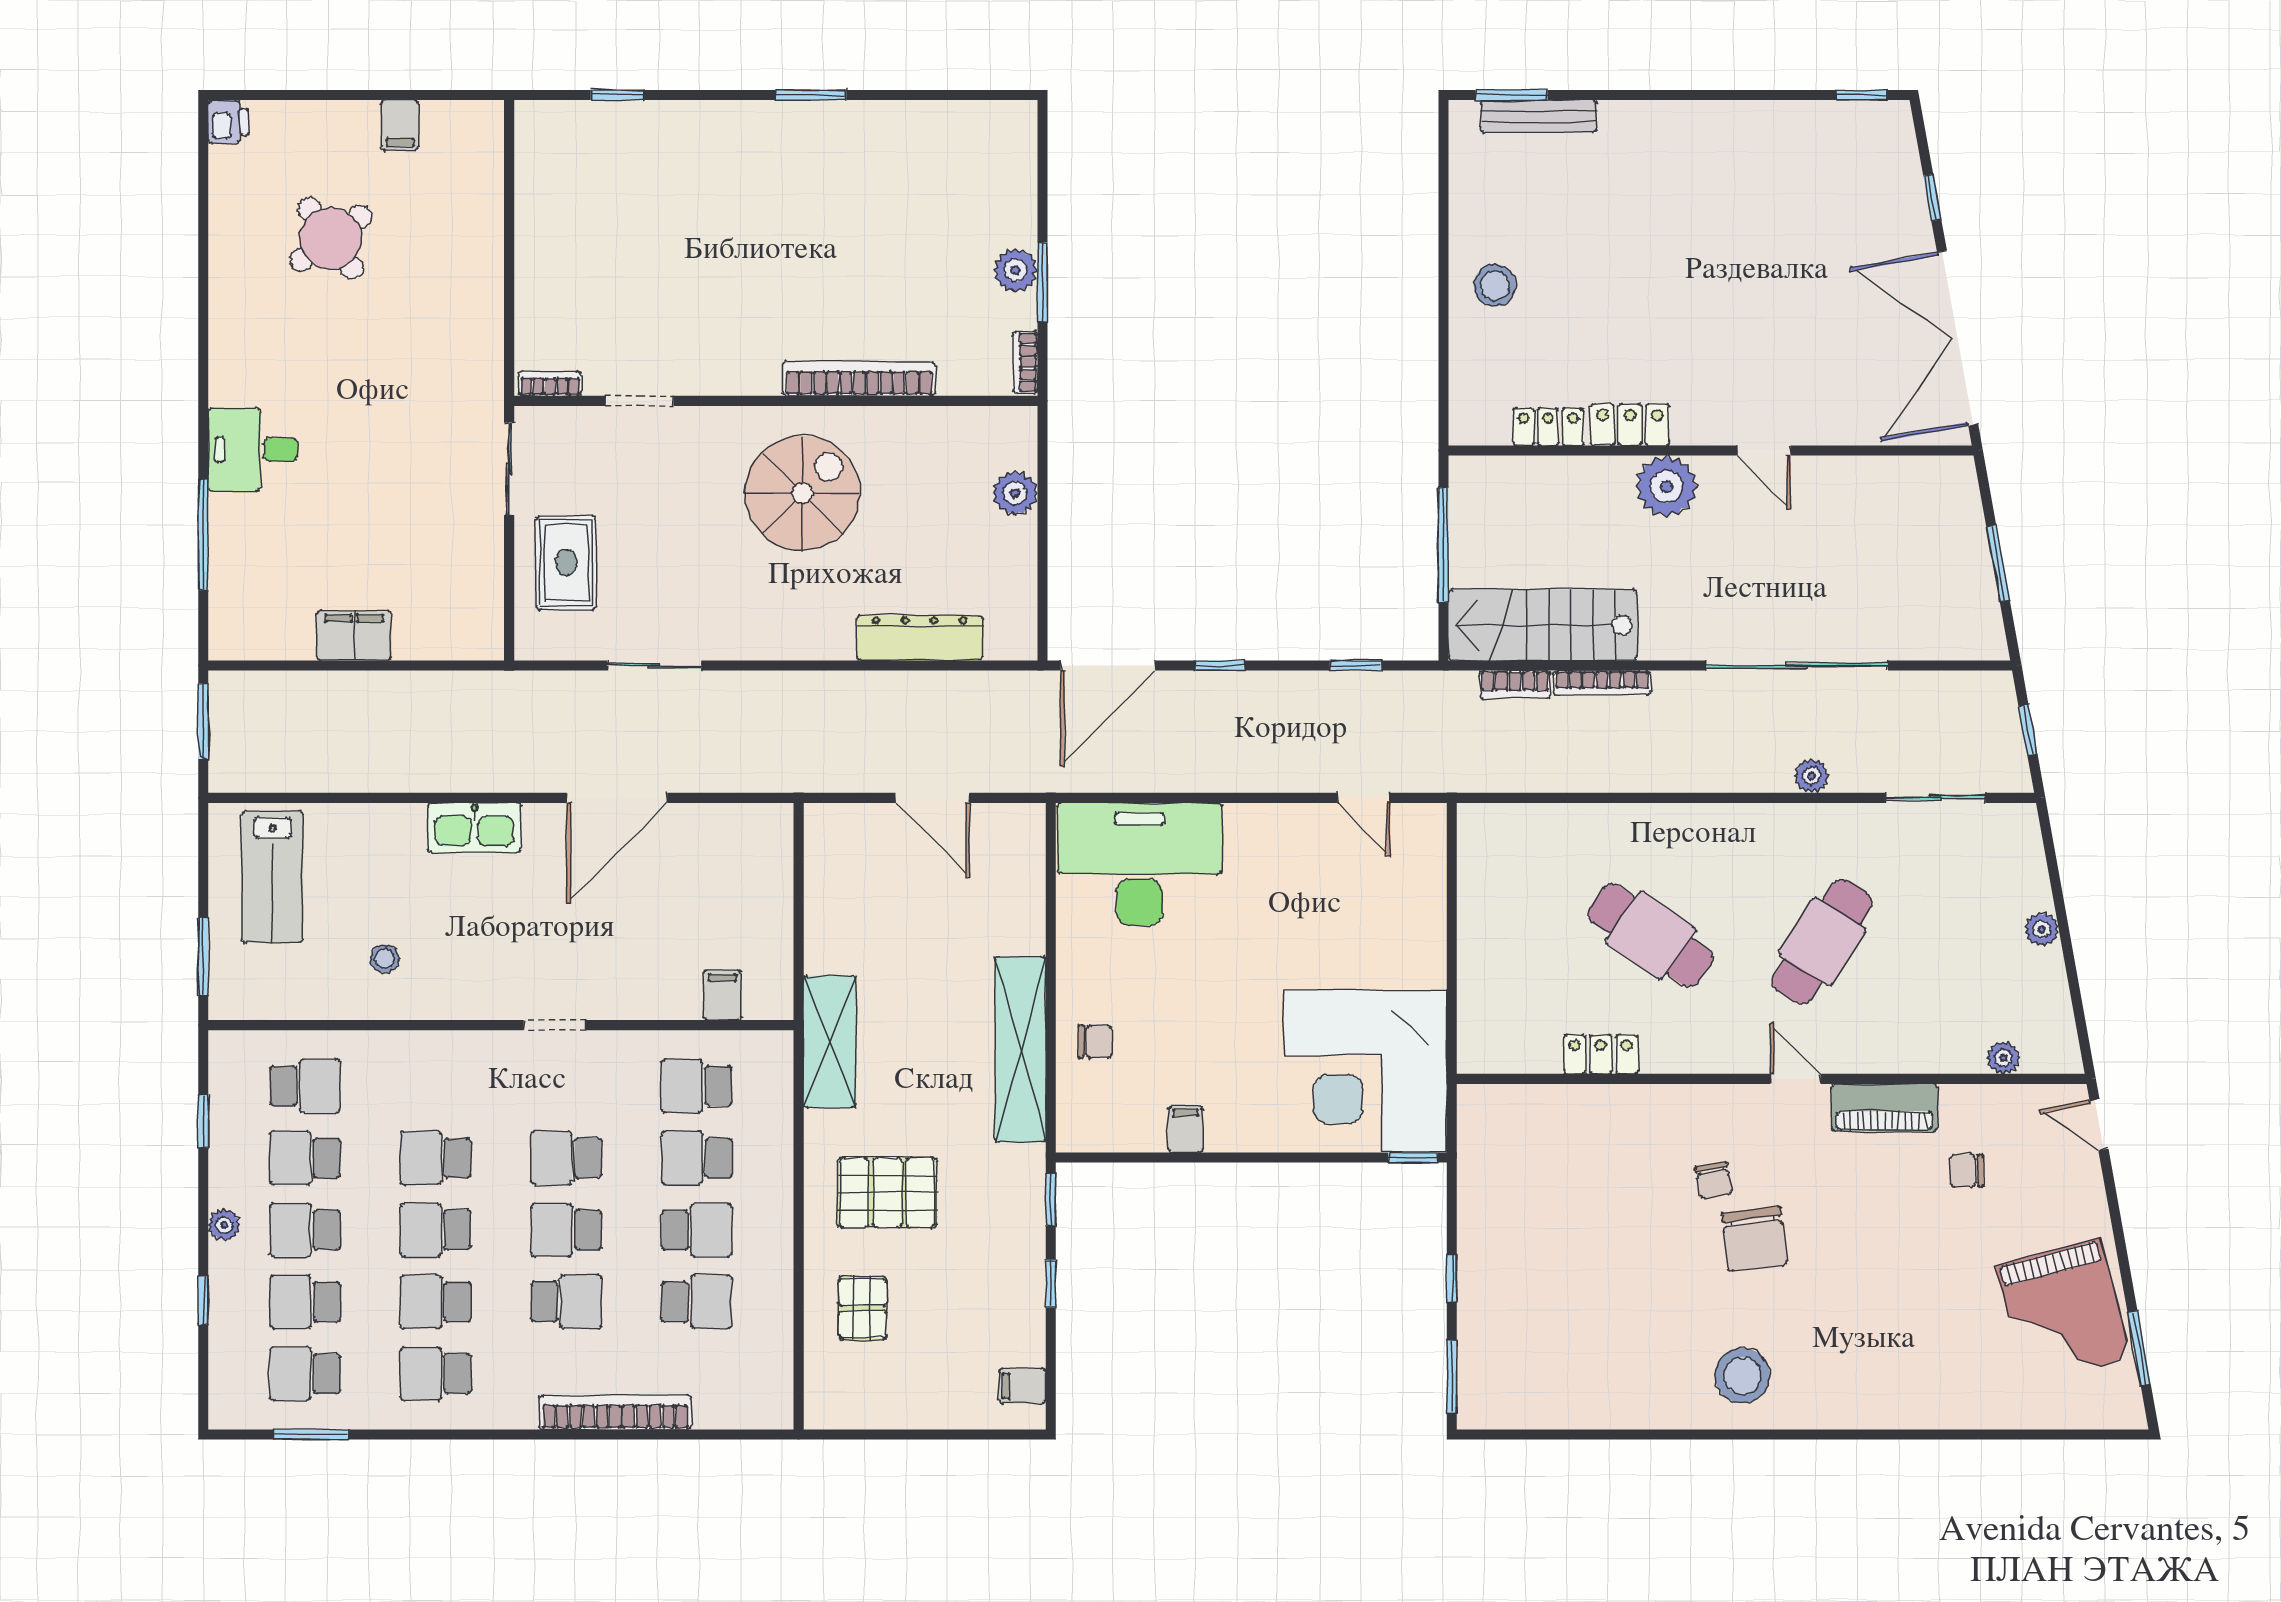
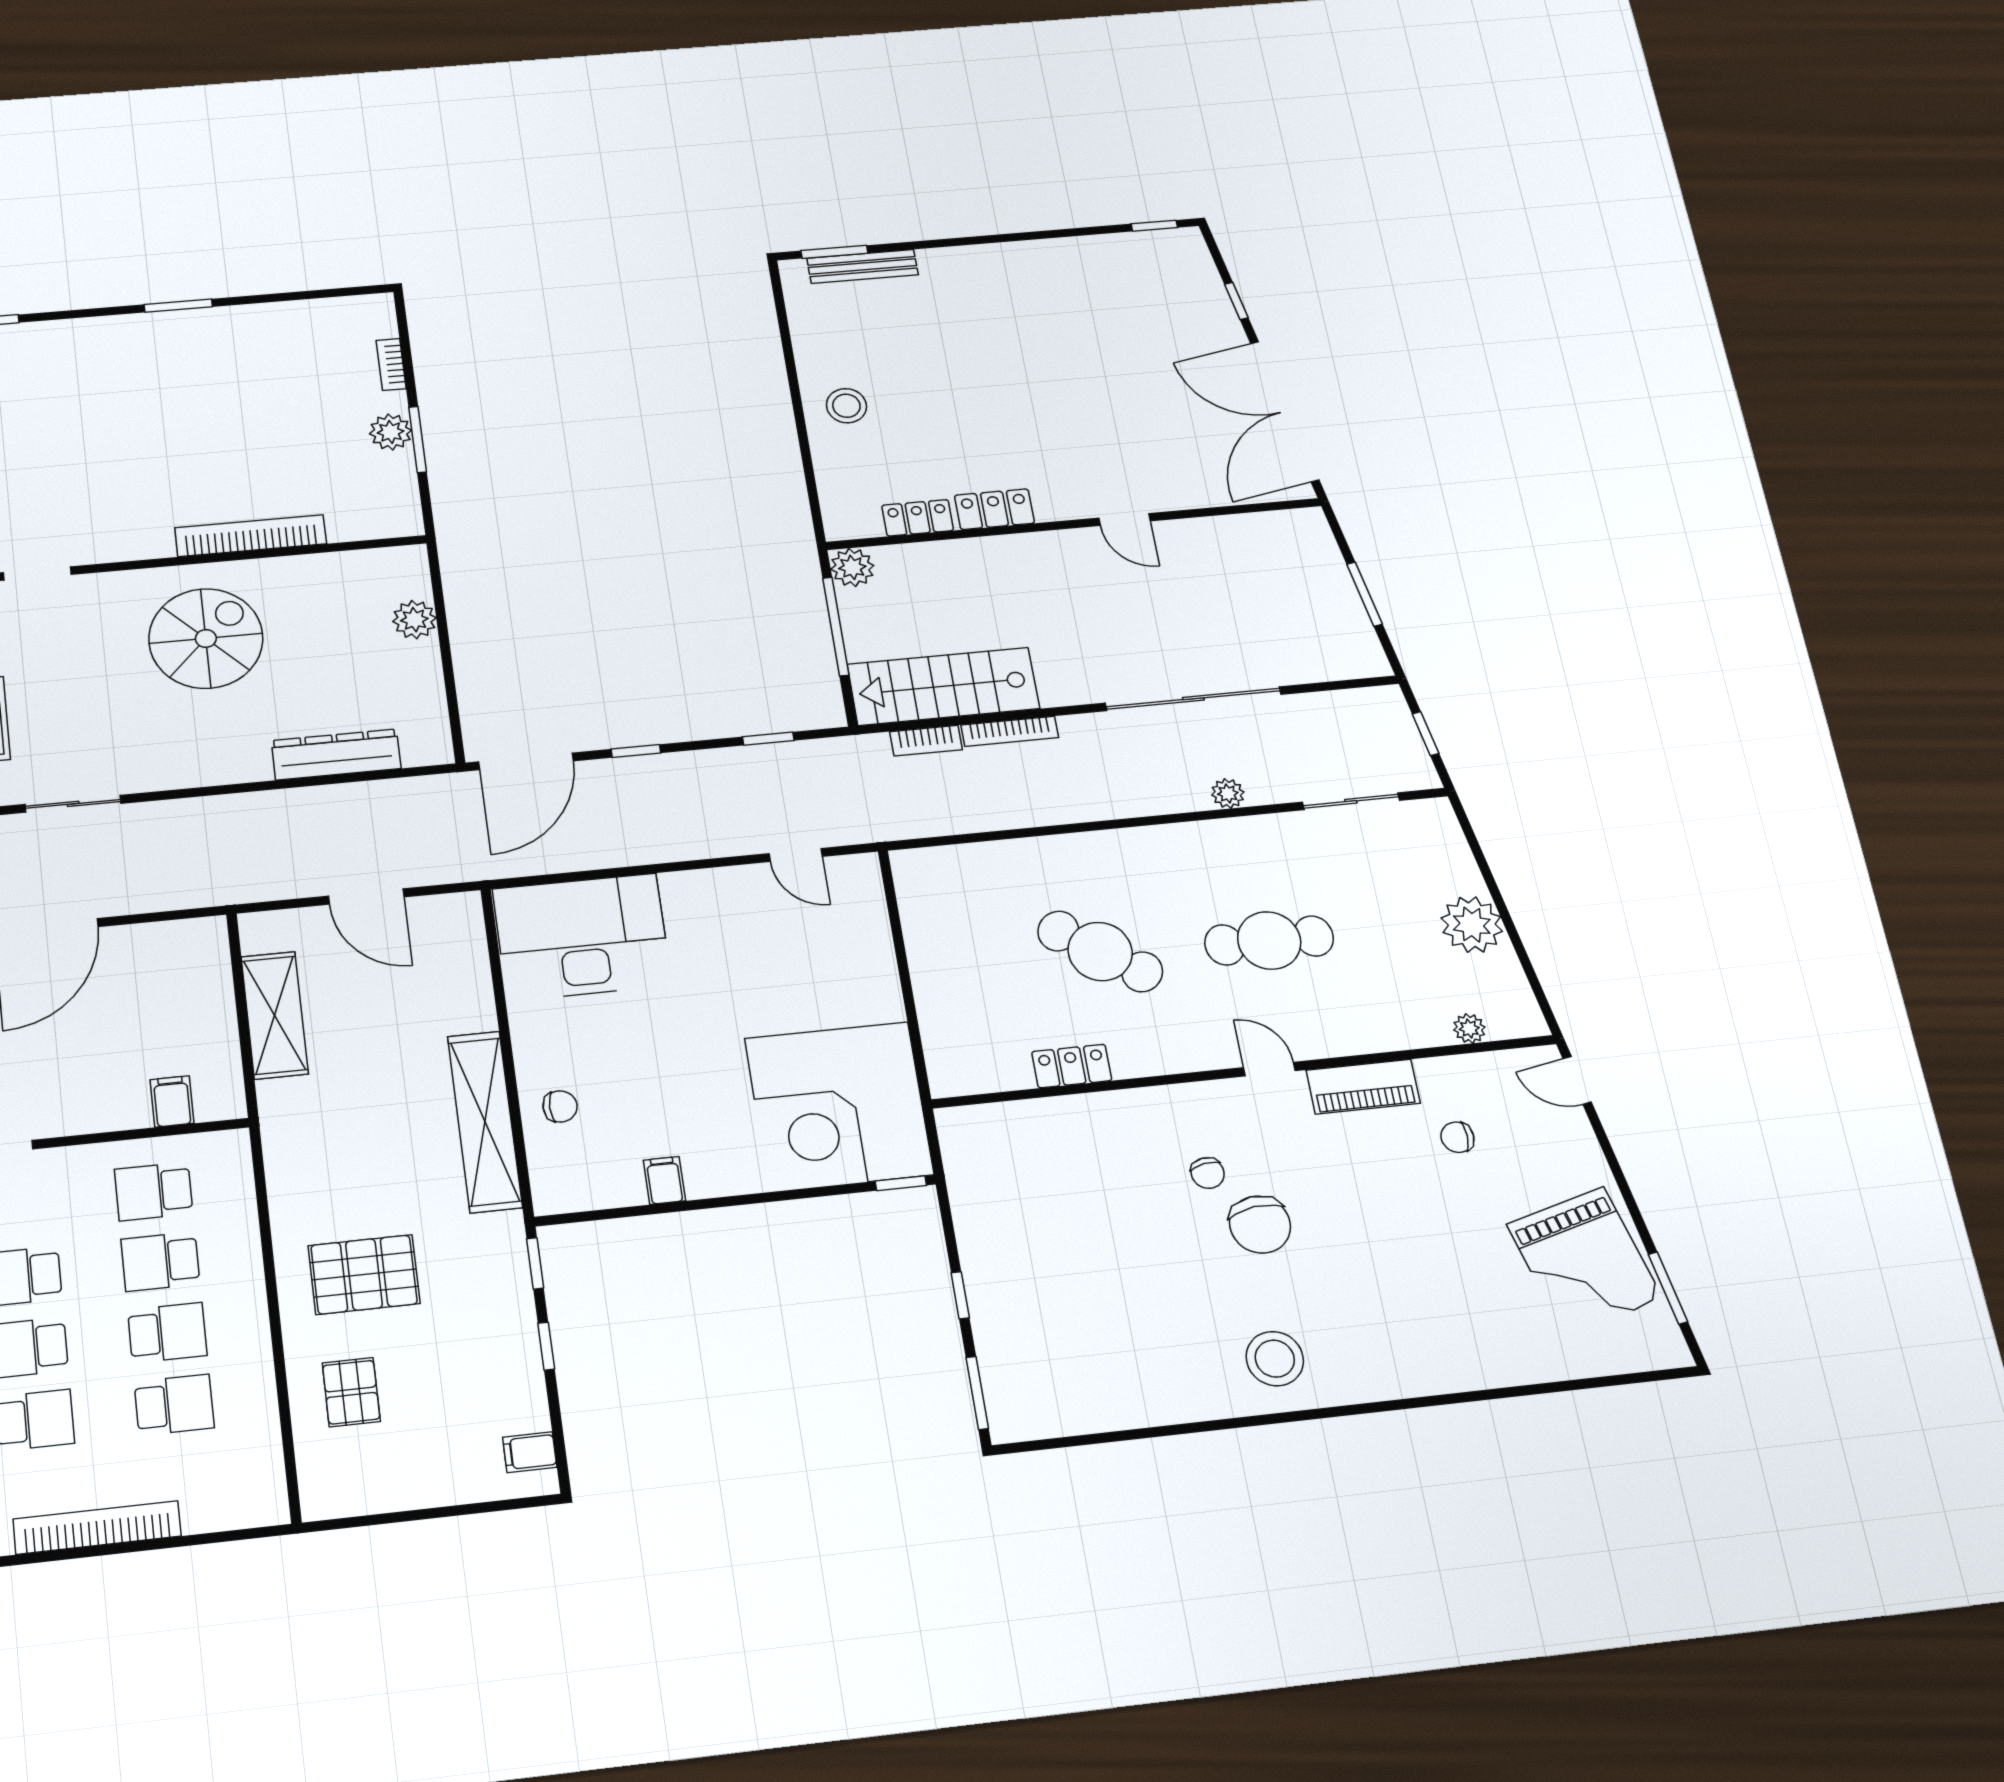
bookcase: (1025, 362) -> (391, 364), moved
plant: (1667, 486) -> (852, 567), moved, width x0.73, depth x0.73
plant: (2042, 929) -> (1472, 925), width x1.88, depth x1.88
cafe table: (1822, 942) -> (1269, 940), turned 57
shelving: (830, 1042) -> (275, 1015), moved

